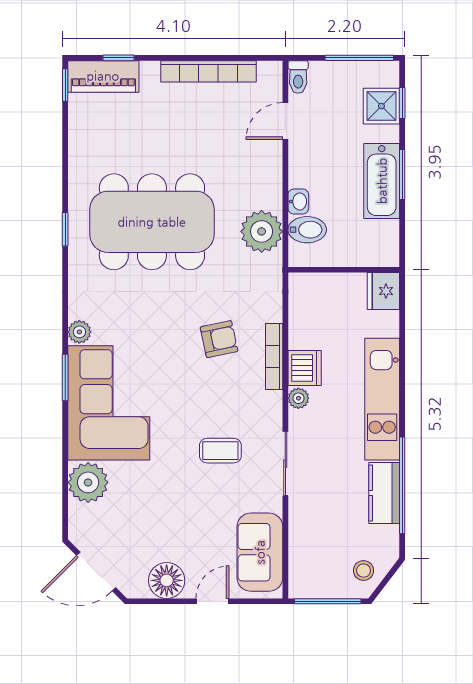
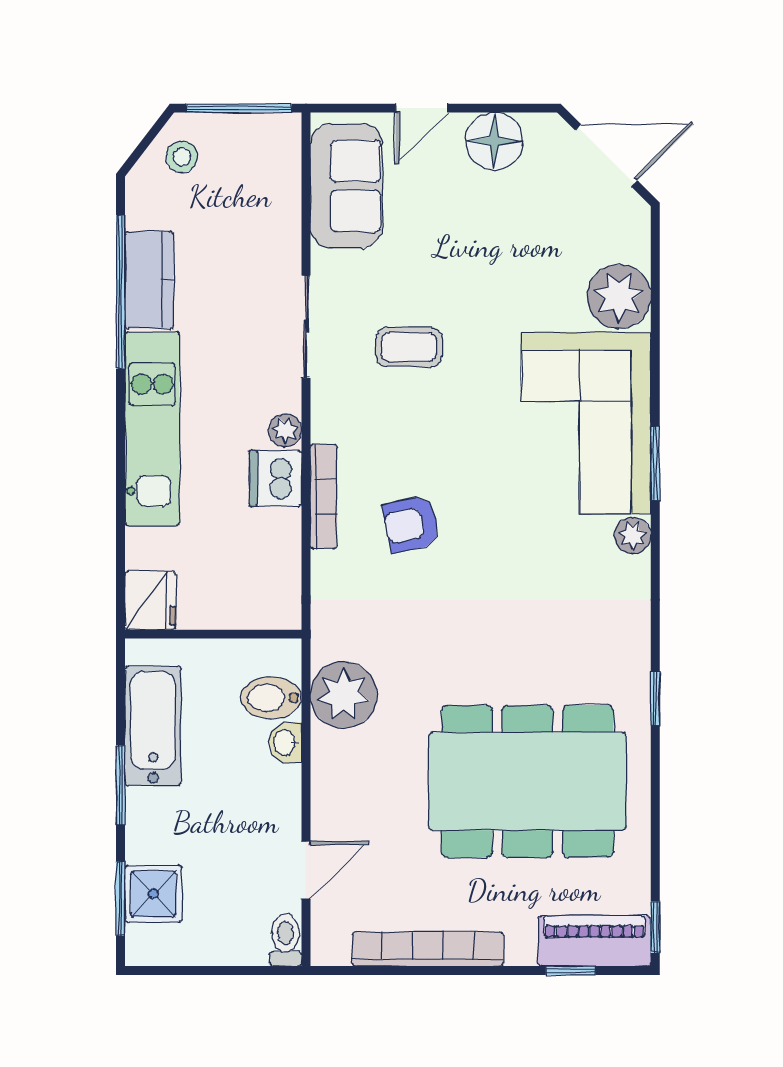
window: (359, 58) -> (188, 970), removed
window: (402, 103) -> (121, 899), width x1.50
bathtub: (382, 181) -> (153, 726), moved
dining table: (152, 222) -> (527, 781), moved

